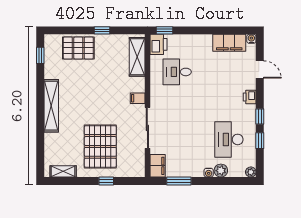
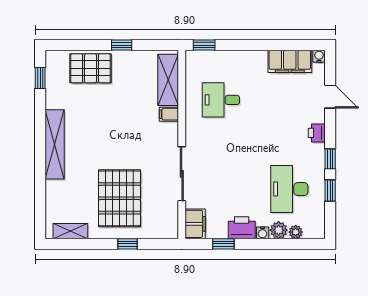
printer: (158, 44) -> (242, 228), moved, turned -90
filing cabinet: (138, 98) -> (169, 114), moved
plant: (251, 172) -> (296, 232), moved
window: (179, 181) -> (223, 244), width x0.67

